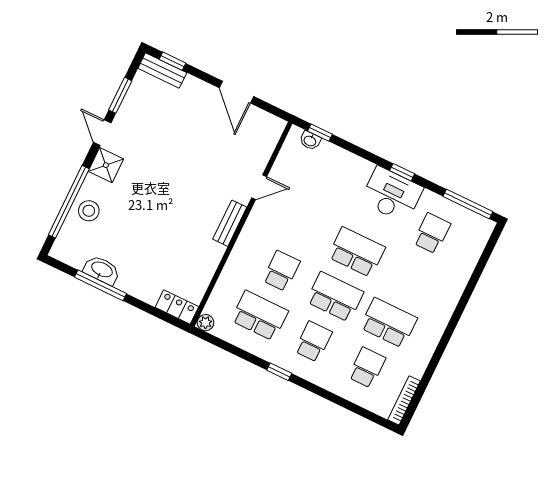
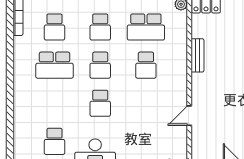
bench: (230, 223) -> (197, 55), moved
school desk: (357, 252) -> (100, 103), width x0.54
school desk: (335, 297) -> (100, 65), width x0.54

